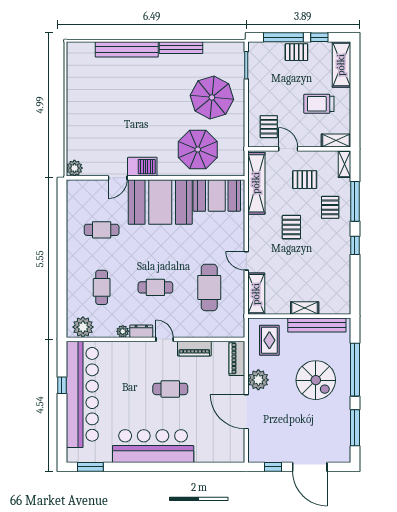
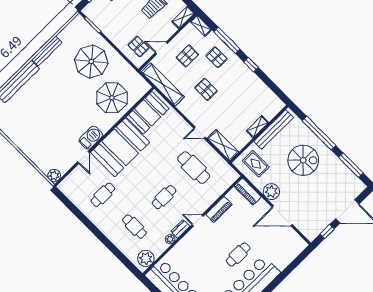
cafe table: (170, 389) -> (238, 255), moved

